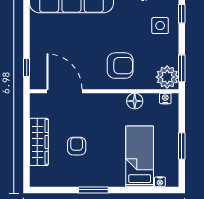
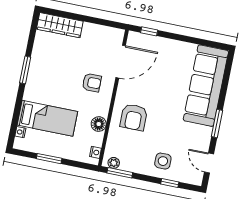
plant: (167, 77) -> (114, 163), width x0.53, depth x0.53
wardrobe: (39, 142) -> (60, 25), moved
armchair: (77, 146) -> (92, 83), moved

